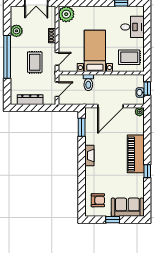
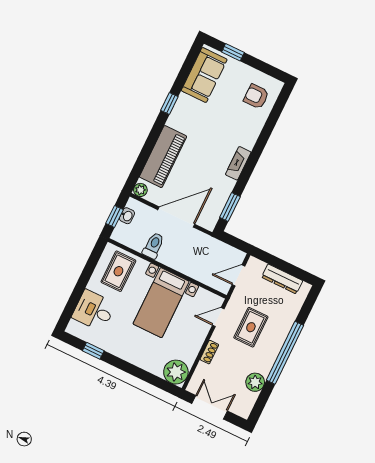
rug: (129, 57) -> (118, 271), turned 90
toilet: (88, 83) -> (154, 246), moved
piano: (136, 154) -> (163, 157), moved
sofa: (127, 207) -> (204, 75), moved, turned -90
window: (113, 220) -> (233, 52), moved

